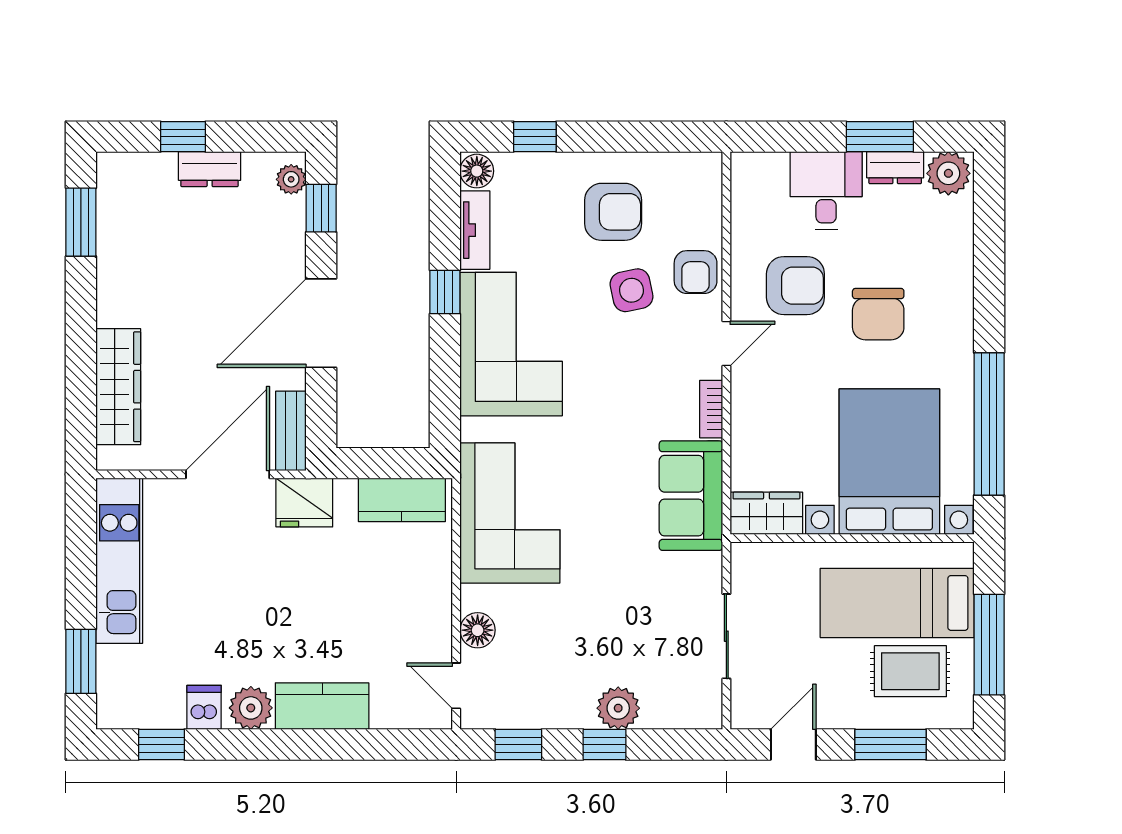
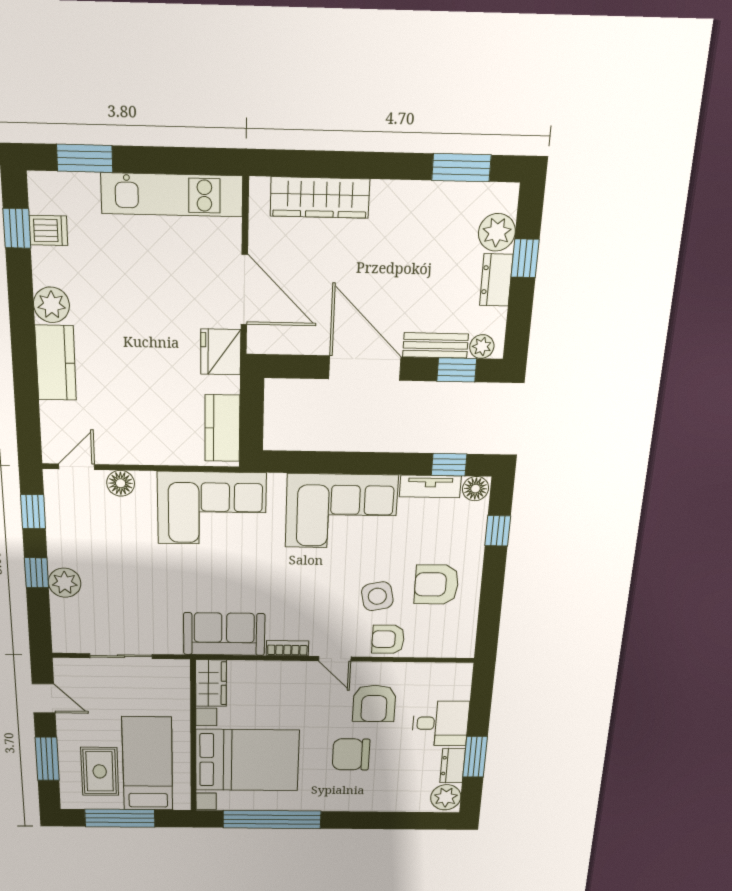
plant: (153, 174) -> (497, 232), added
armchair: (613, 212) -> (436, 584), turned 90
window: (445, 292) -> (449, 465), moved
bench: (291, 431) -> (435, 345), moved
dishwasher: (204, 707) -> (48, 230), moved

